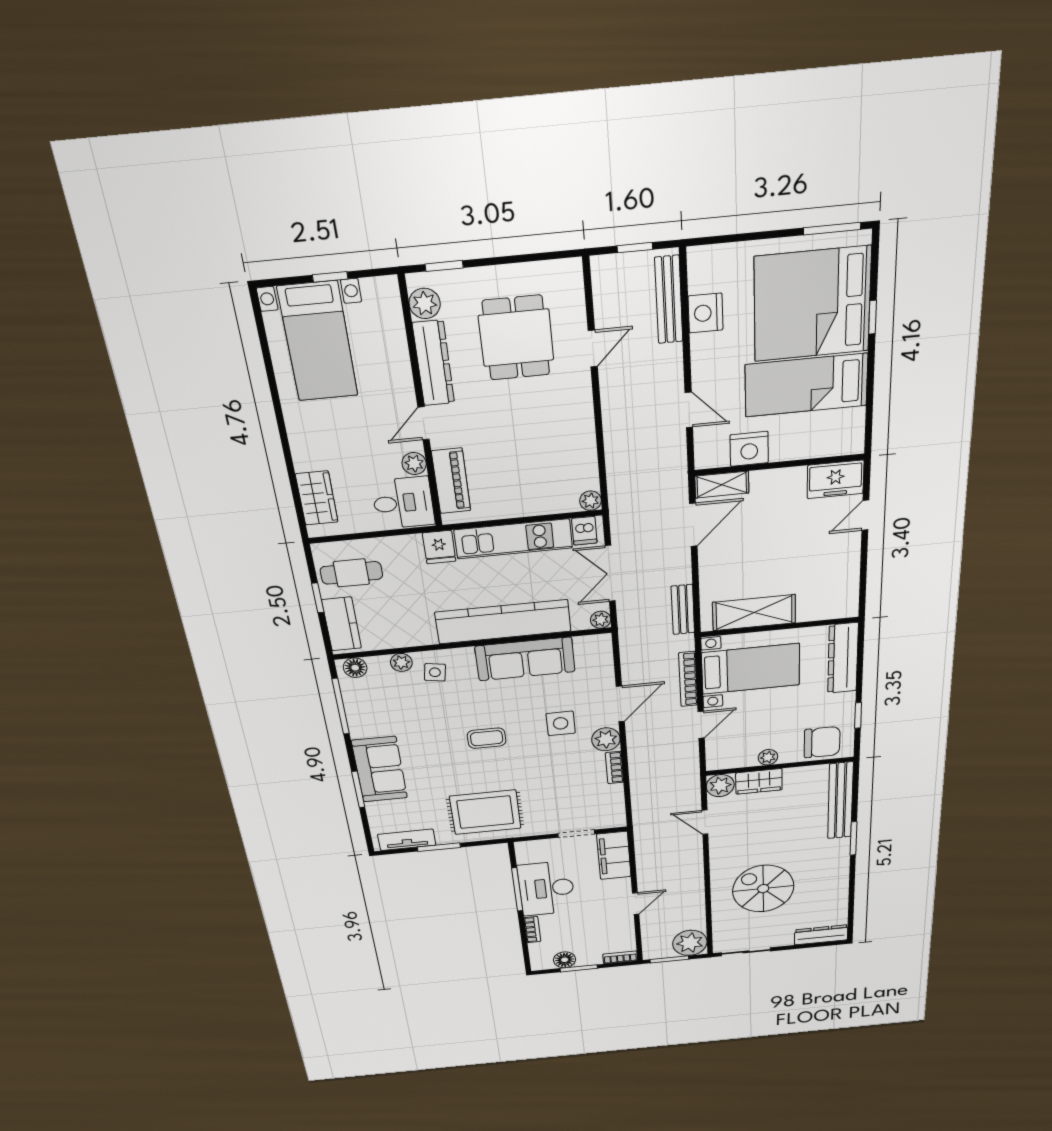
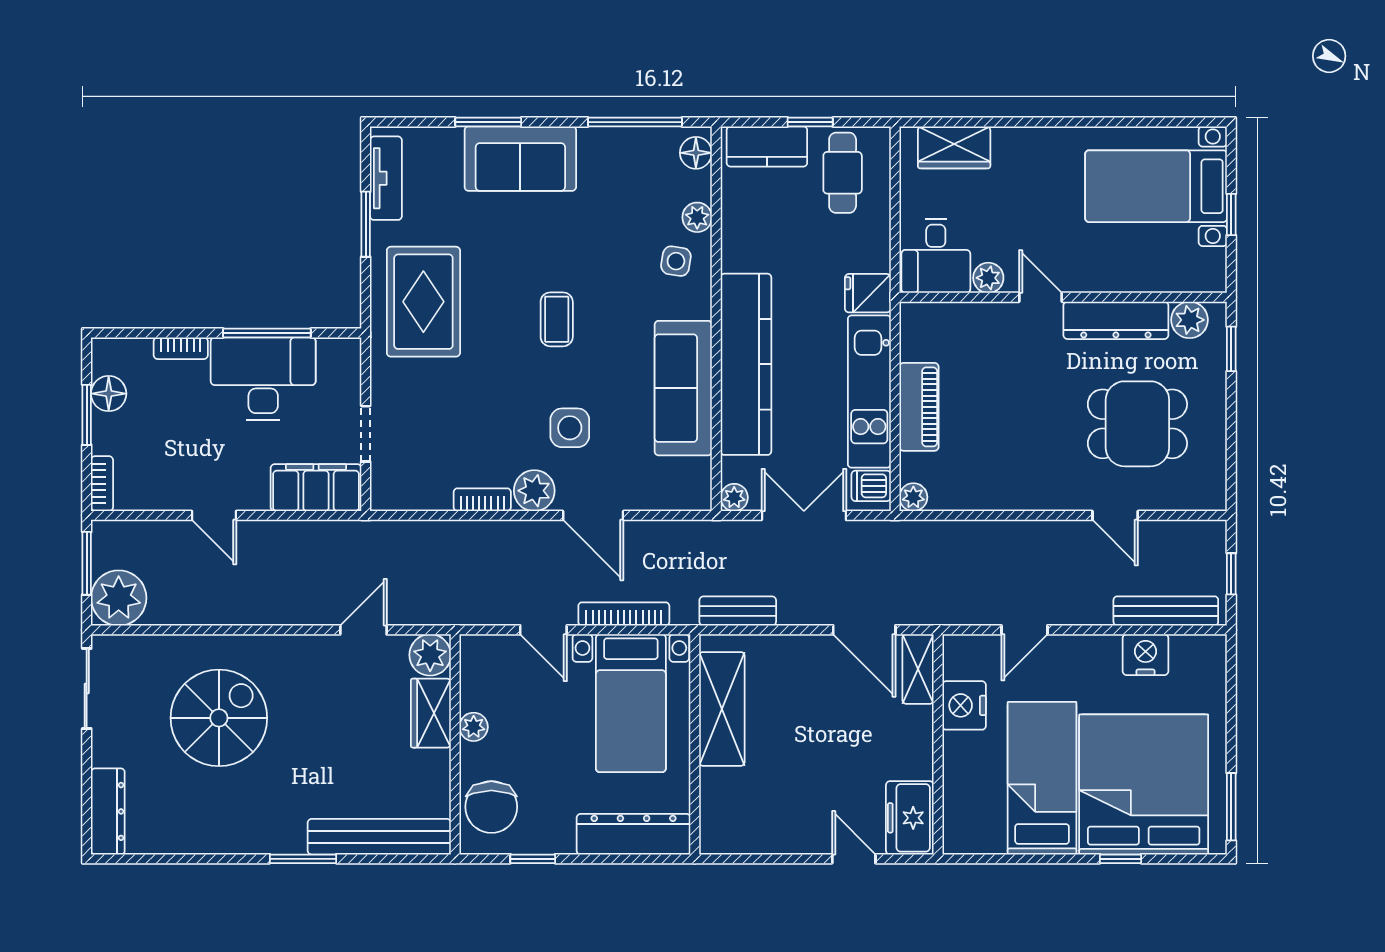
piano: (451, 481) -> (919, 407), moved, turned -90

